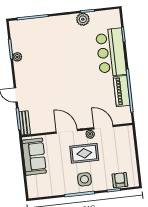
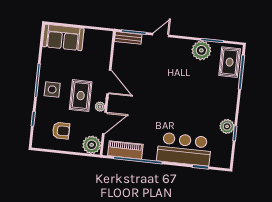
rug: (26, 29) -> (230, 62), added
plant: (17, 57) -> (201, 50), width x1.88, depth x1.88
piano: (122, 91) -> (125, 150), moved
door: (67, 131) -> (109, 82), hinge flipped
plant: (125, 134) -> (92, 145), added
sofa: (34, 157) -> (63, 37), moved
armchair: (120, 180) -> (61, 131), moved

